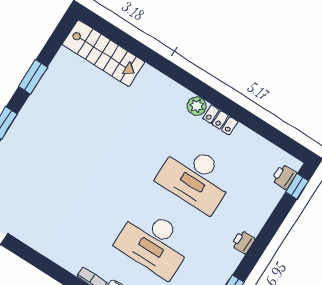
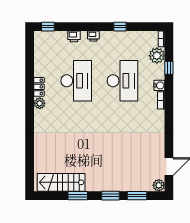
stairs: (103, 53) -> (61, 182), moved, turned -90
printer: (284, 176) -> (74, 36), moved

